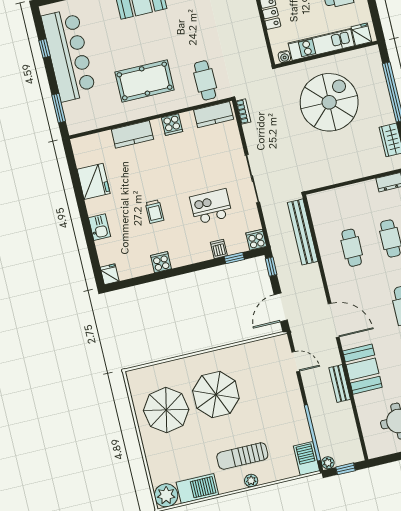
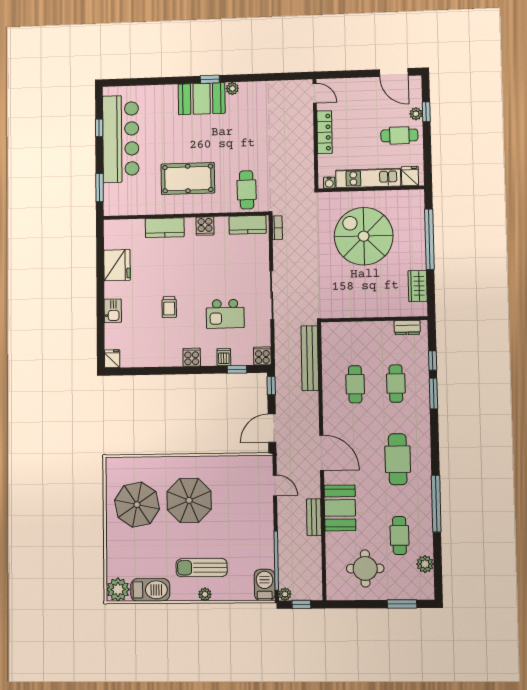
spiral stairs: (329, 102) -> (364, 236), turned -90
kitchen island: (211, 206) -> (225, 314), turned 180
cooker: (161, 262) -> (192, 357), moved

